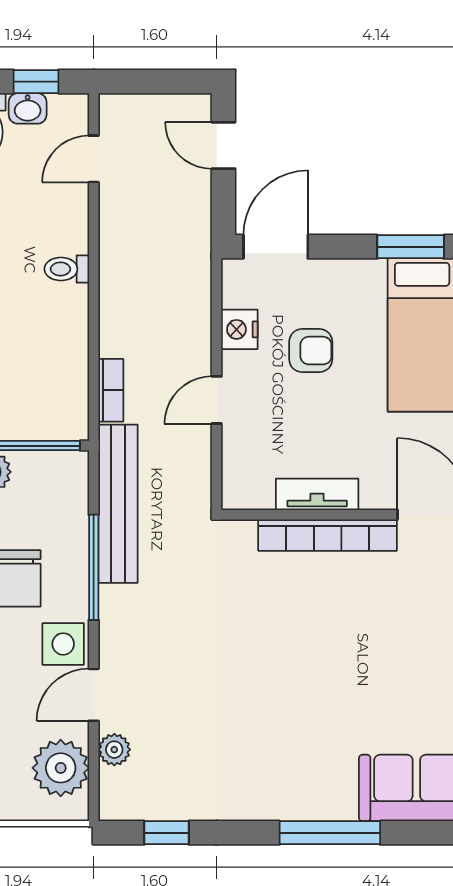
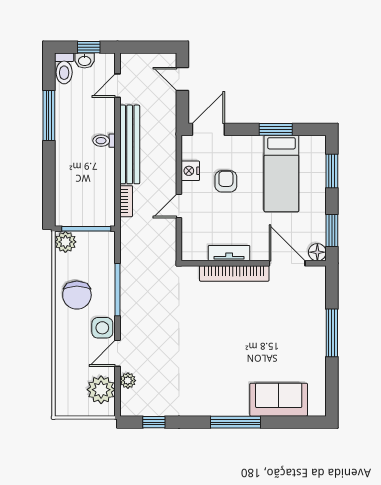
armchair: (311, 351) -> (226, 181), turned -90
bench: (118, 504) -> (130, 144), moved

